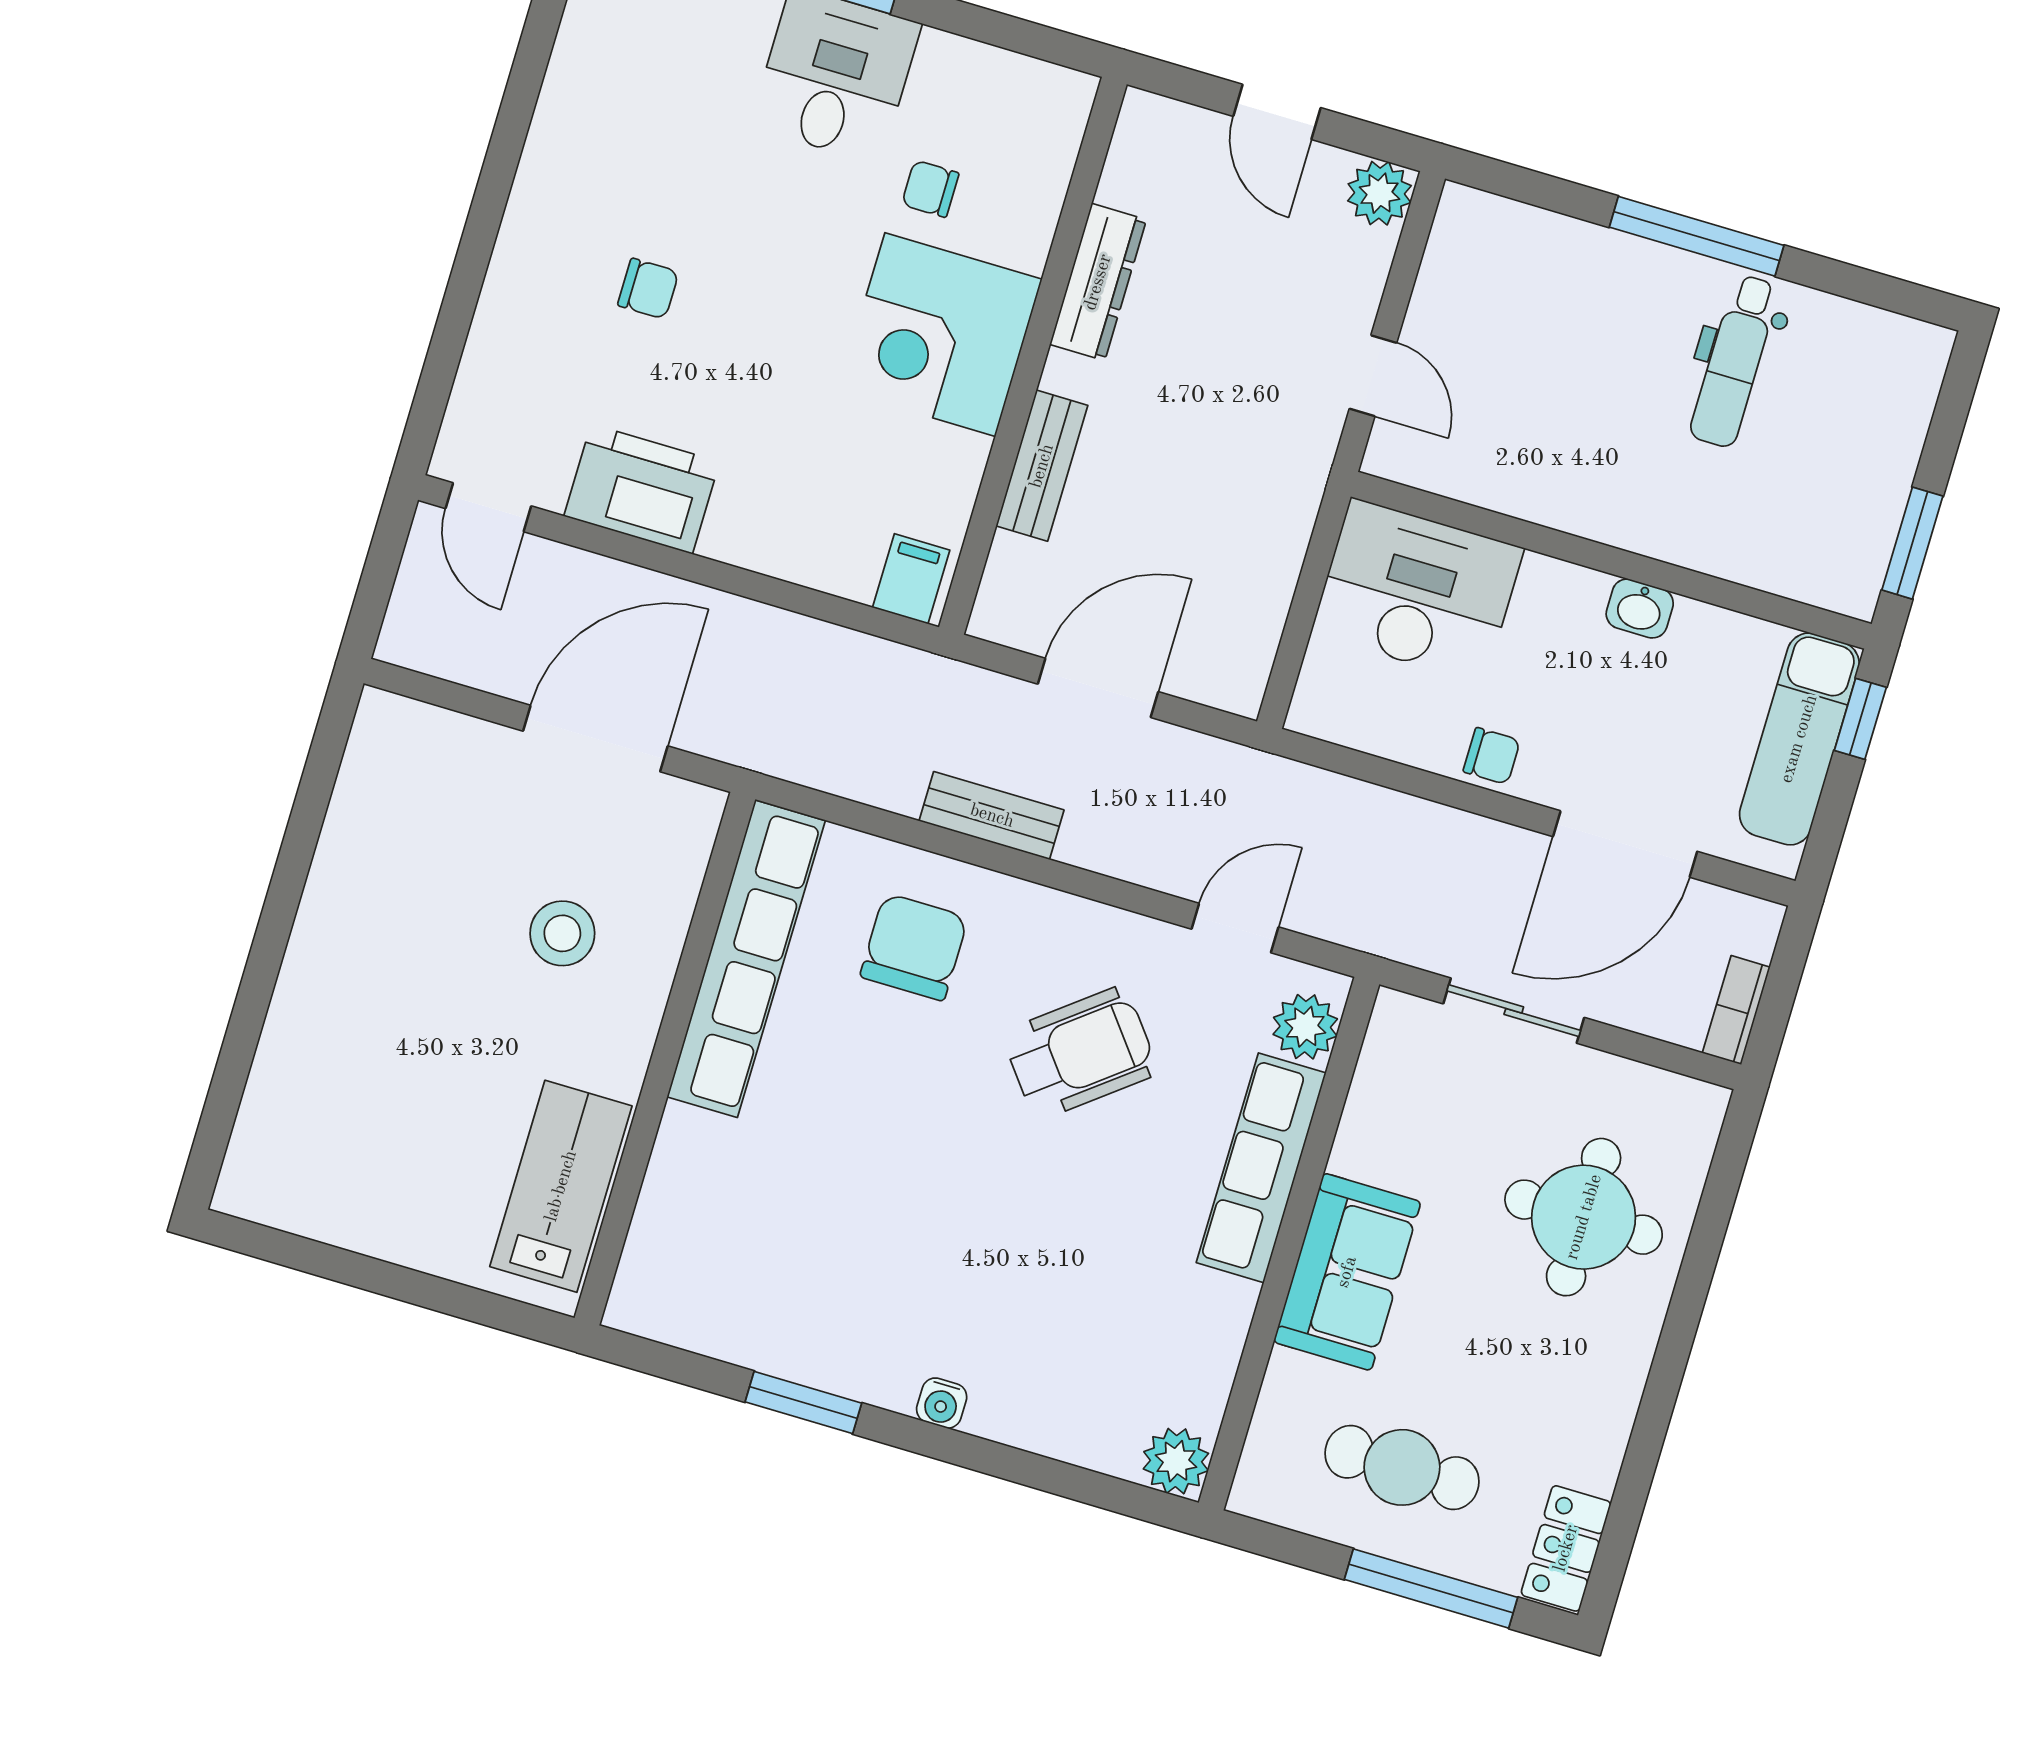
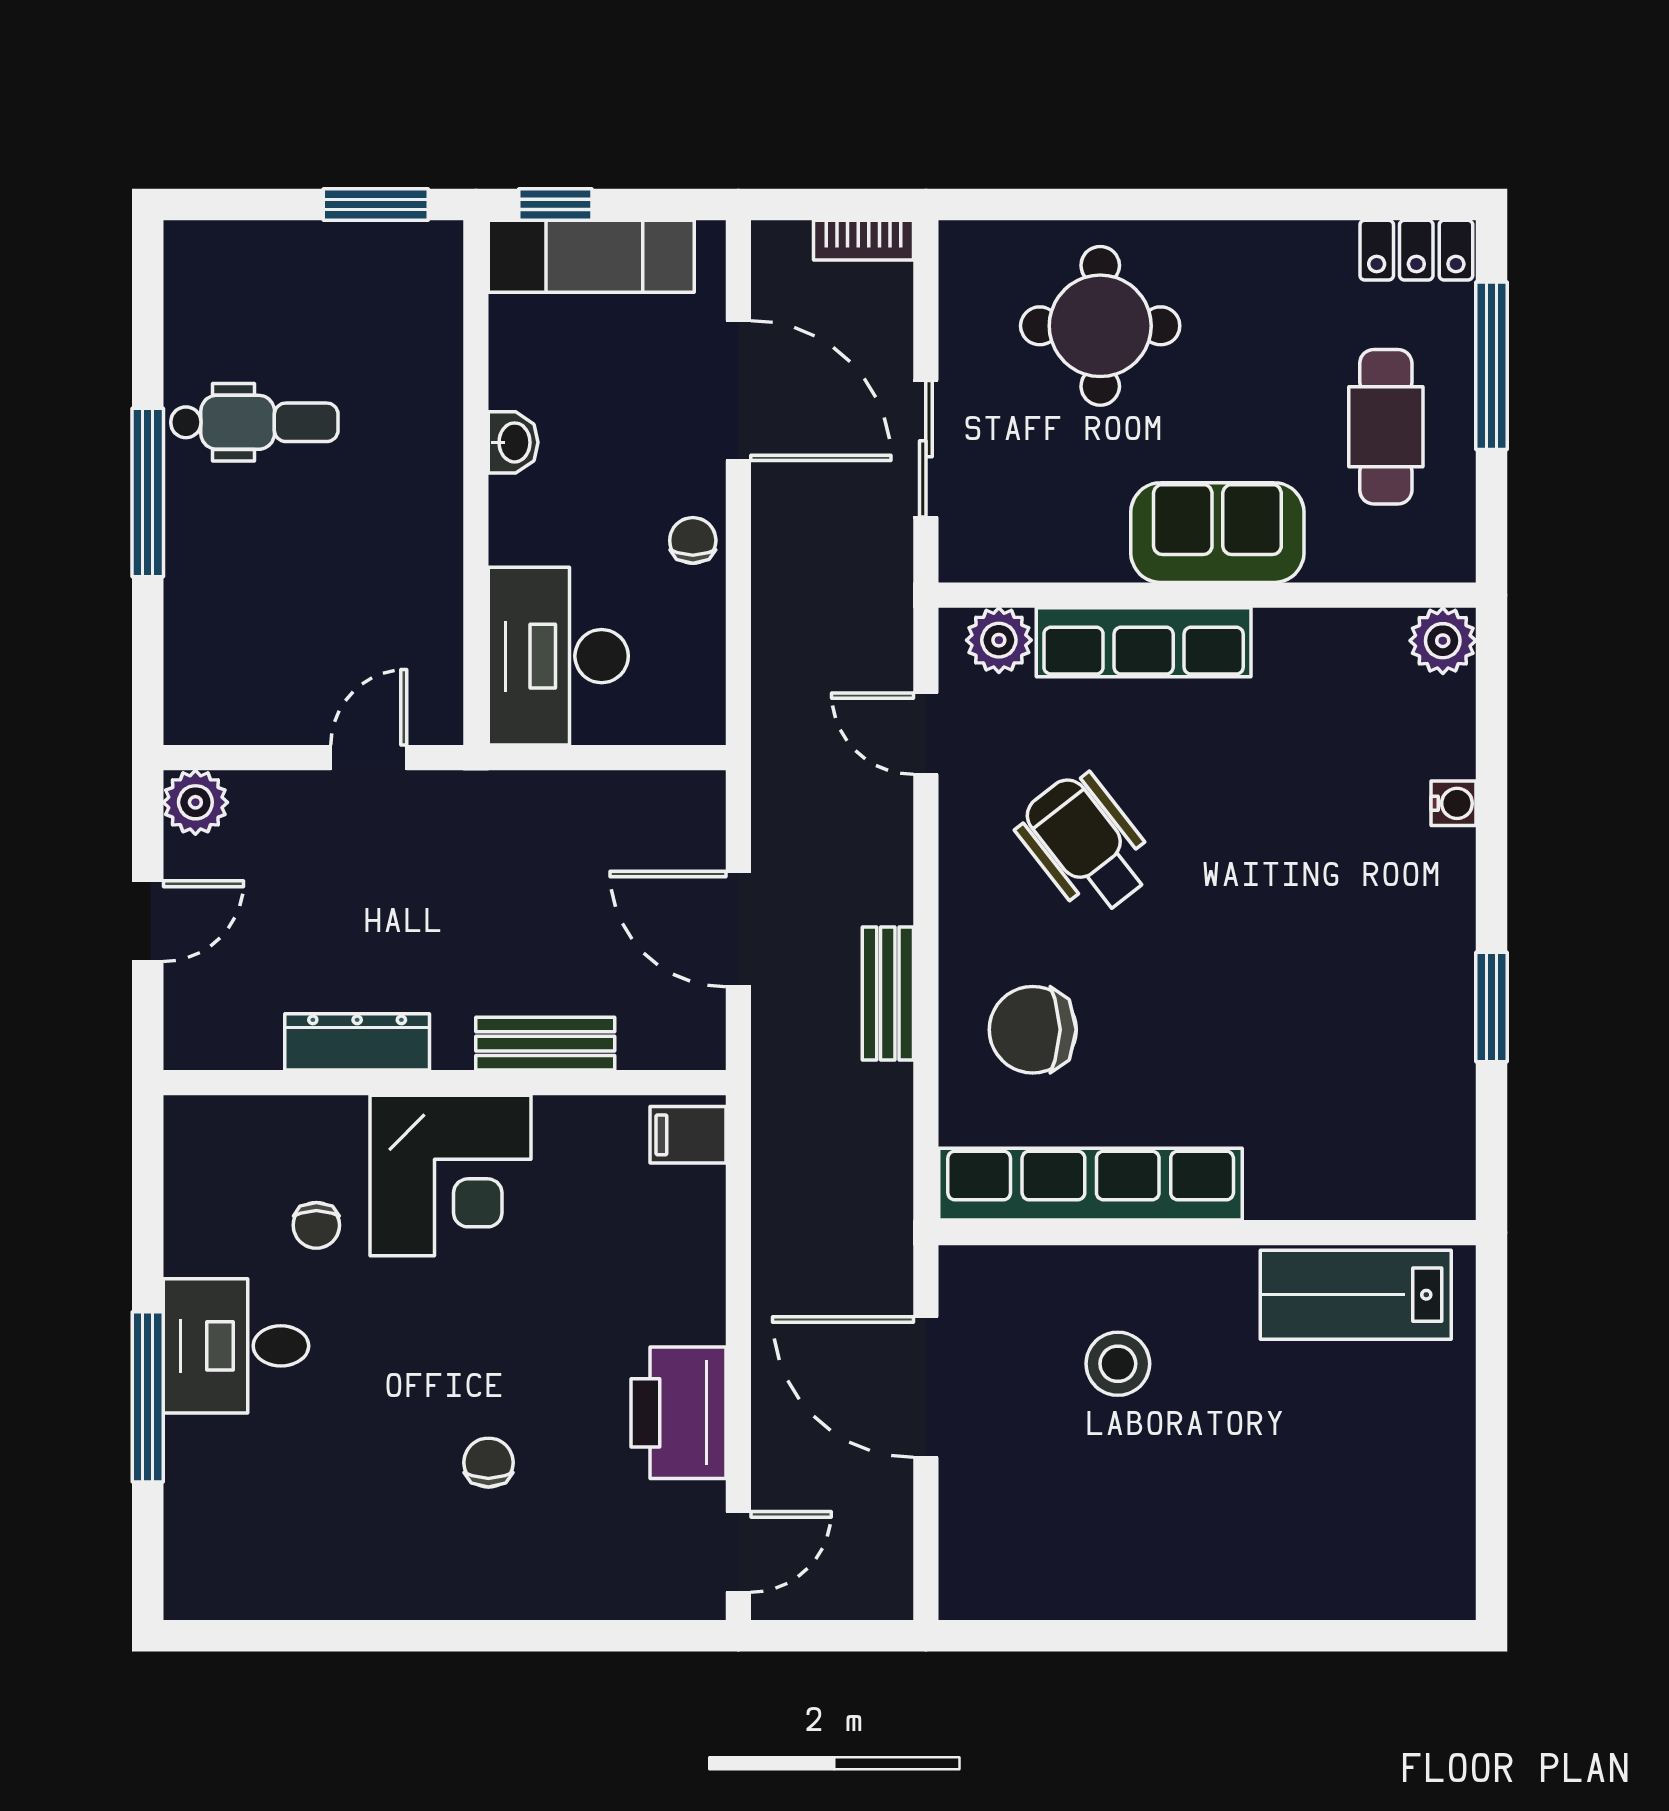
water cooler: (942, 1403) -> (1453, 803), moved

